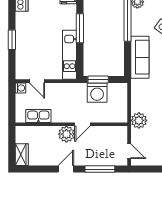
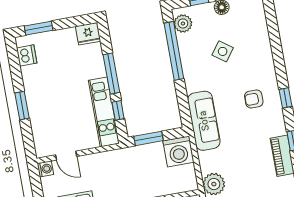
window: (80, 56) -> (118, 110), added
sofa: (140, 57) -> (204, 121), moved
washing machine: (97, 93) -> (178, 151), moved

